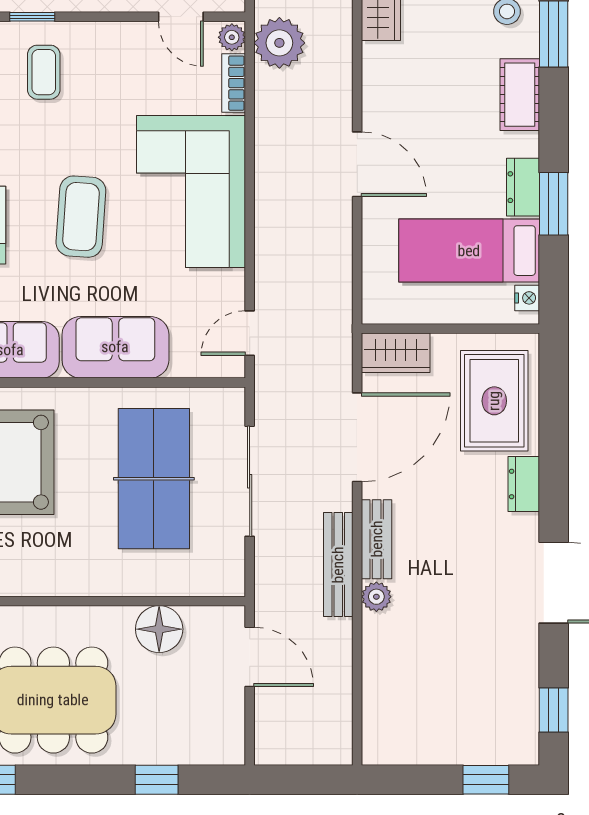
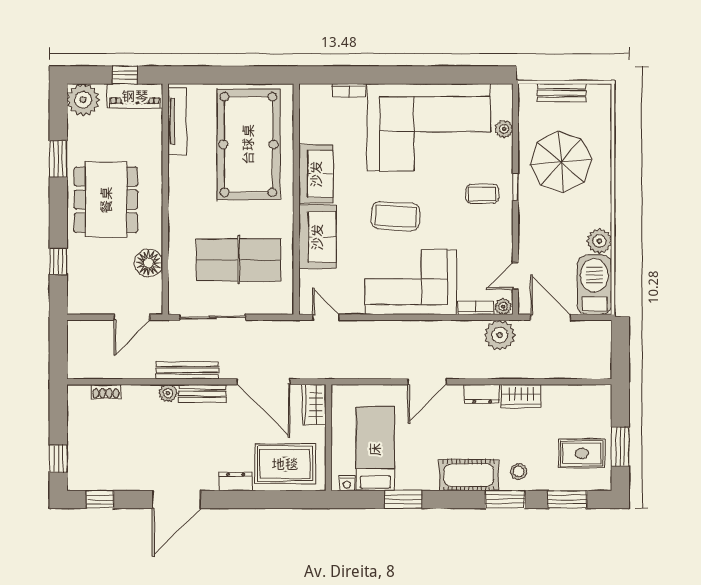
cot: (520, 95) -> (469, 475), width x1.37, depth x1.34
dresser: (523, 187) -> (482, 394), moved, turned 180
sliding door: (250, 481) -> (213, 317), moved
shoe rack: (373, 700) -> (106, 391), added

